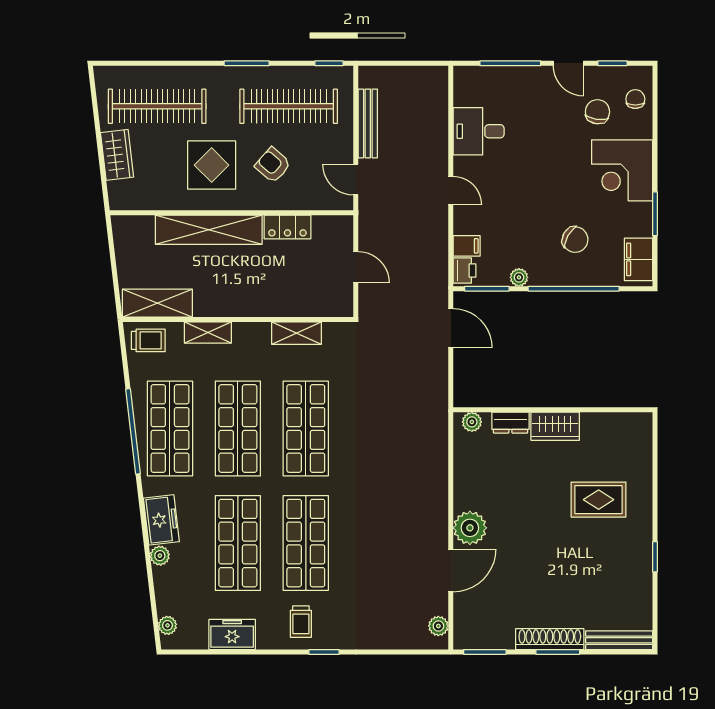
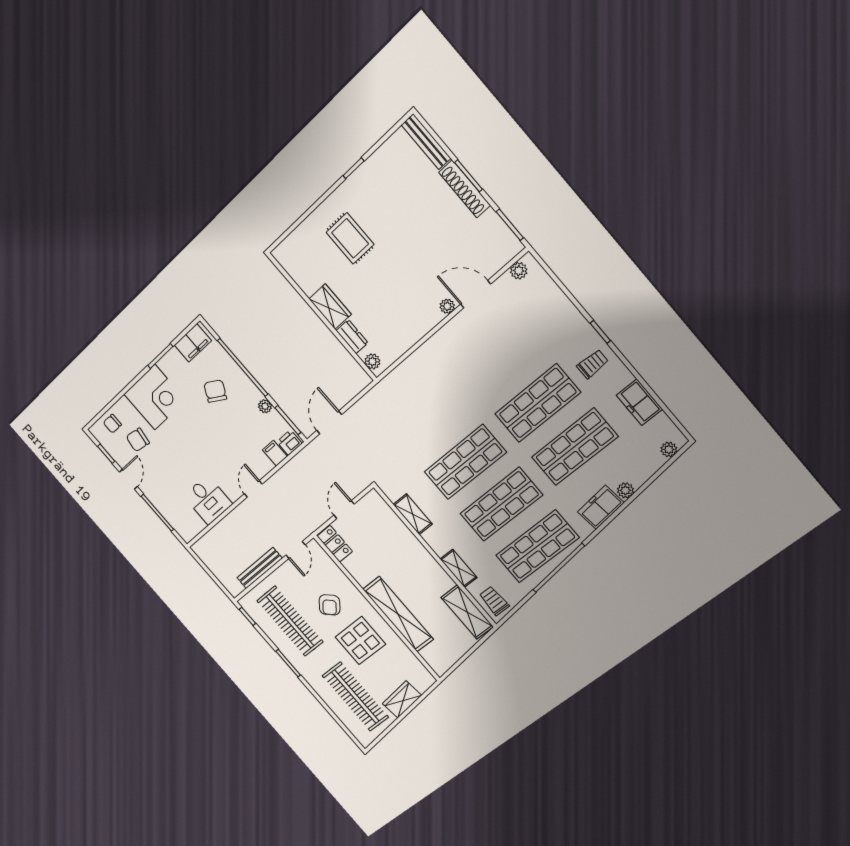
locker: (287, 227) -> (335, 544), moved
plant: (470, 528) -> (447, 306), width x0.53, depth x0.53

